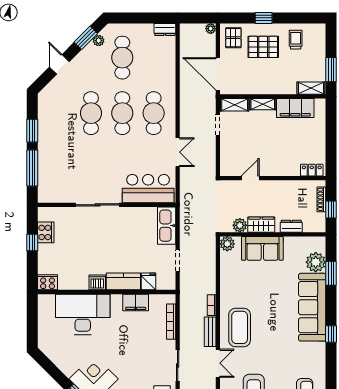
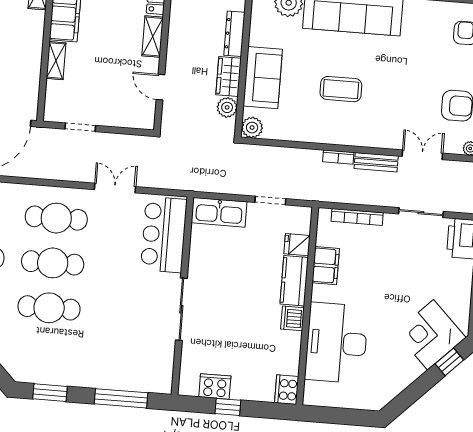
shelving: (235, 105) -> (153, 37), moved
window: (32, 131) -> (50, 393), moved
dresser: (291, 226) -> (234, 34), width x1.44
coffee table: (240, 327) -> (341, 89), moved, width x0.73, depth x0.76

